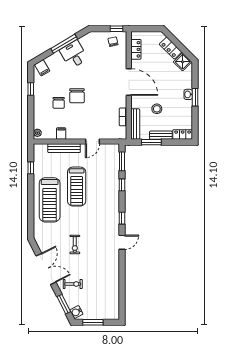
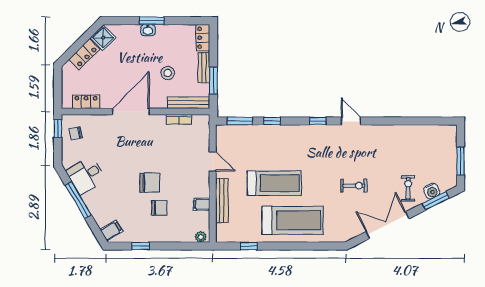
desk: (74, 54) -> (86, 175), moved
water cooler: (76, 312) -> (432, 191), moved

